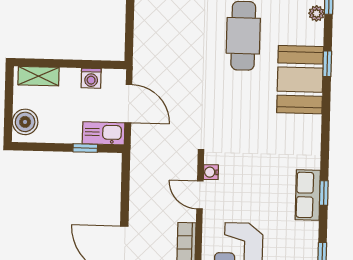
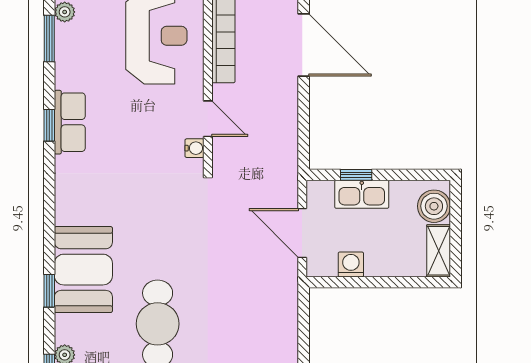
shelving: (39, 76) -> (439, 251), moved, turned 90
kitchen sink: (104, 133) -> (362, 194), moved

